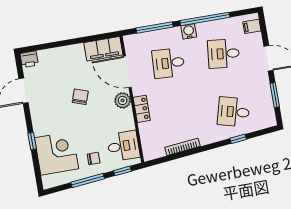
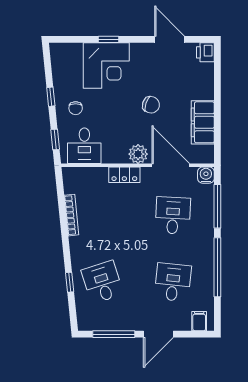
water cooler: (189, 31) -> (206, 175), moved, turned -90
filing cabinet: (103, 49) -> (203, 122), moved
door: (127, 72) -> (171, 165), hinge flipped
window: (275, 95) -> (114, 334), width x1.44
desk: (234, 112) -> (102, 282), turned -33
corner desk: (56, 153) -> (106, 66), moved
window: (88, 181) -> (51, 97), width x0.46

